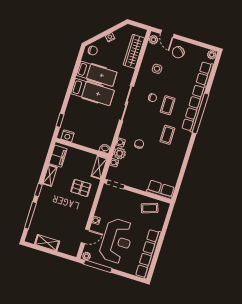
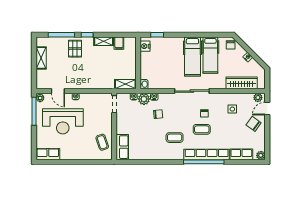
filing cabinet: (58, 156) -> (119, 43), width x0.50
pallet: (81, 188) -> (75, 49), moved
row of seats: (148, 254) -> (48, 154), width x0.50

